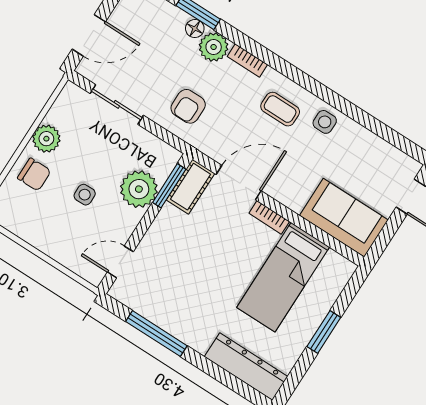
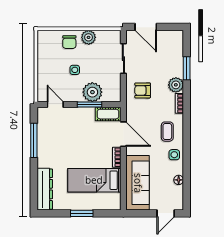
floor lamp: (195, 29) -> (179, 180), moved
window: (169, 186) -> (90, 104), moved
sofa: (344, 218) -> (138, 183), width x1.36

